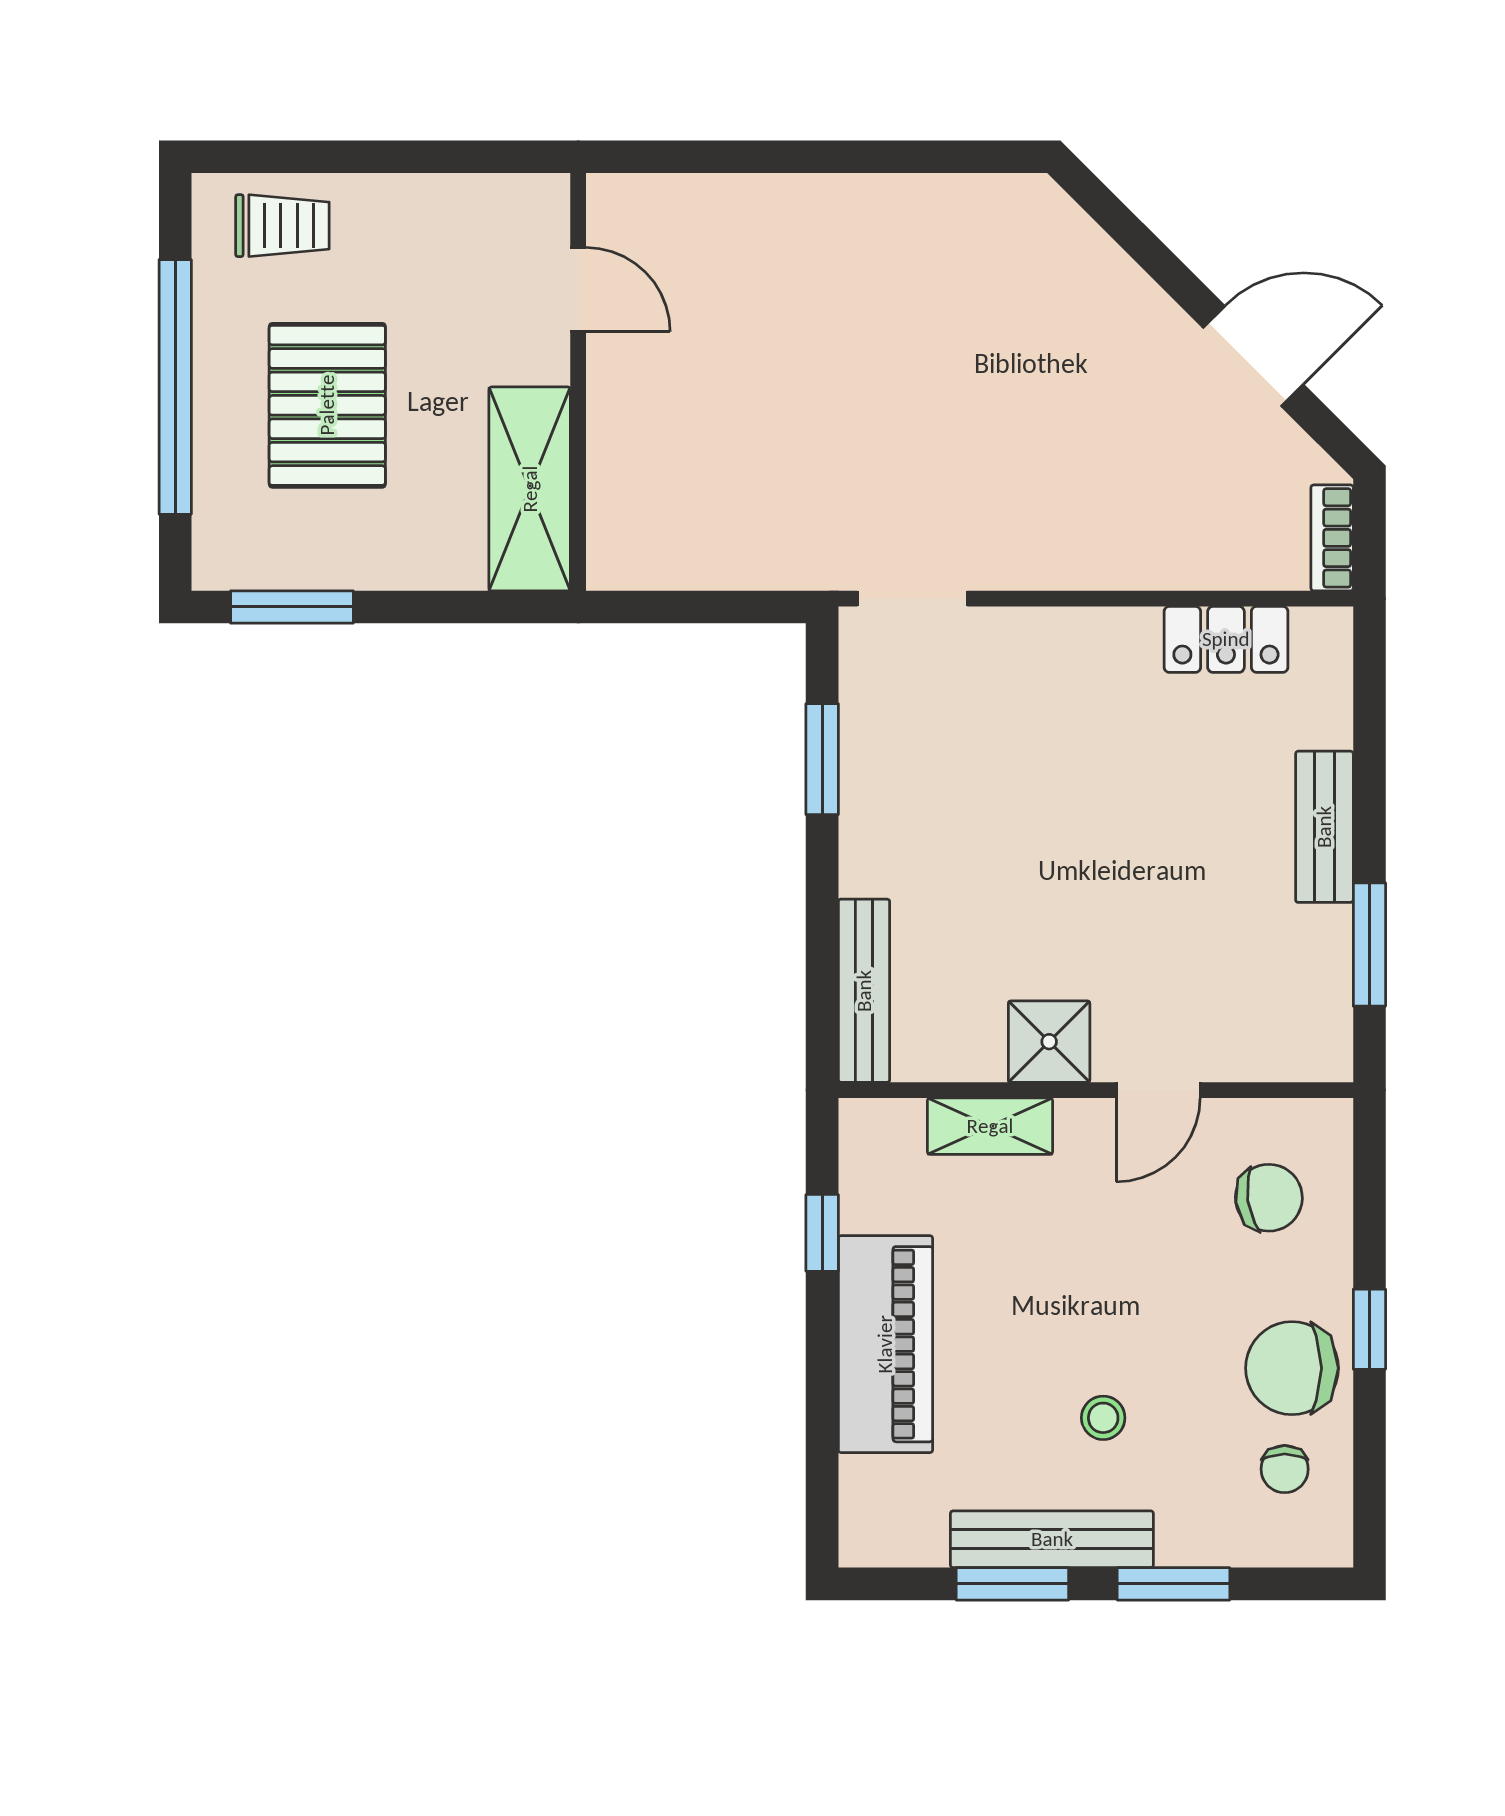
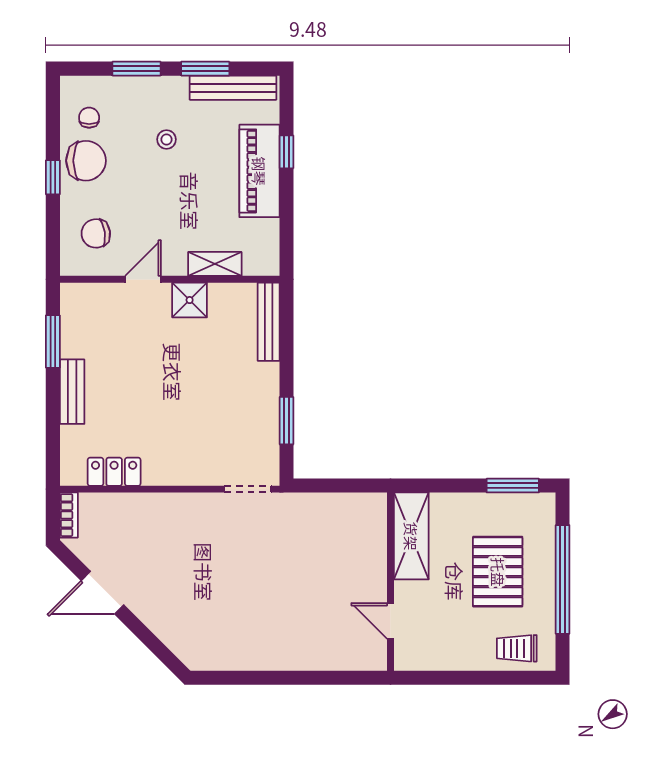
window: (822, 1233) -> (286, 152), moved
bench: (1052, 1539) -> (233, 88), moved

